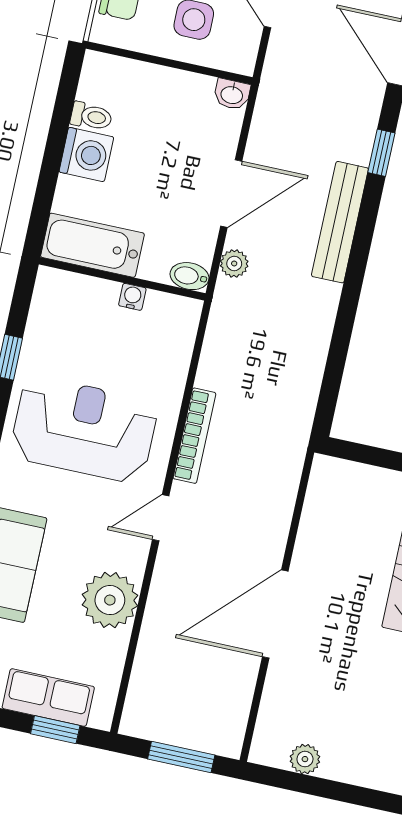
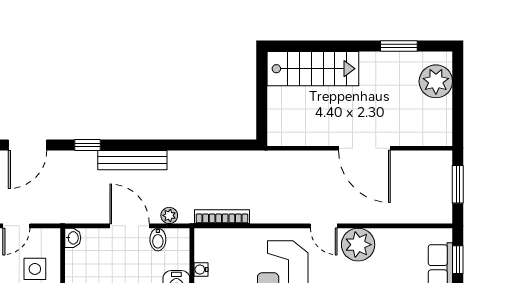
bidet: (189, 276) -> (158, 239), moved
bookcase: (194, 436) -> (222, 217), moved
plant: (110, 600) -> (358, 245), moved
plant: (305, 759) -> (436, 81), moved, width x1.88, depth x1.88

